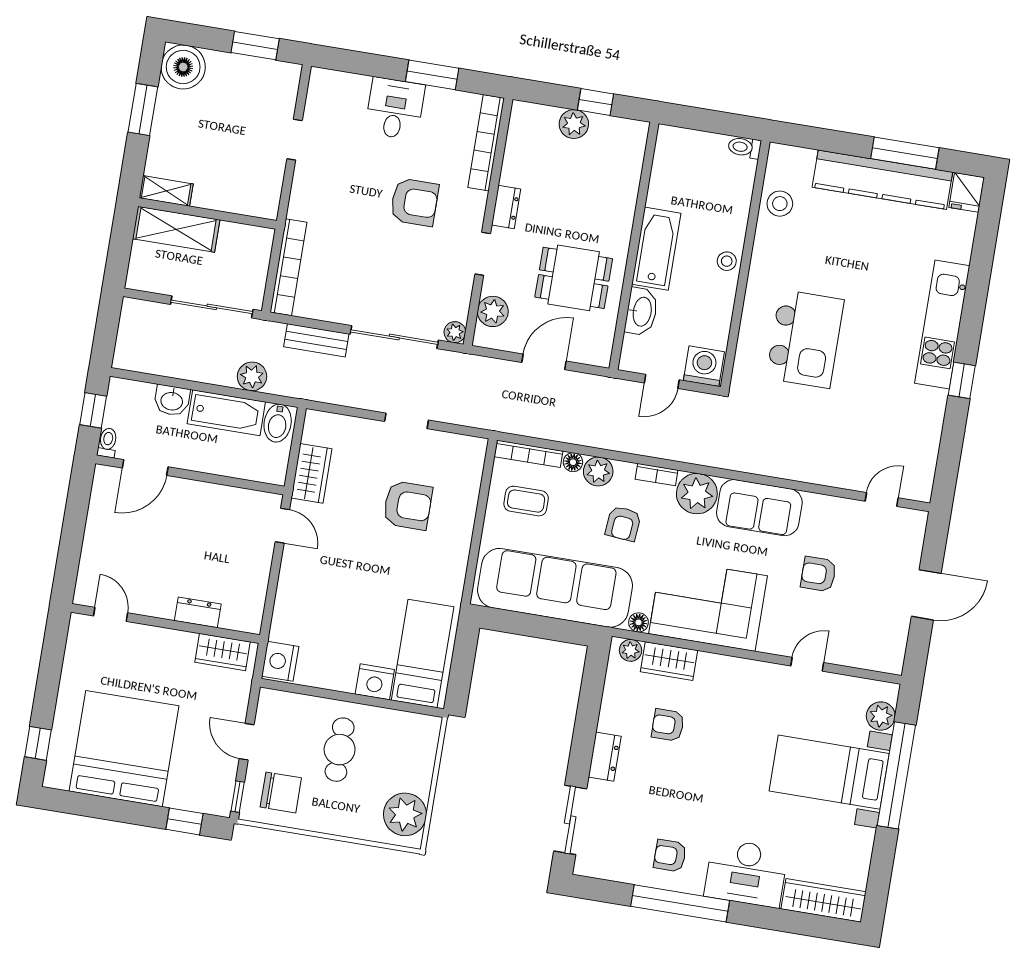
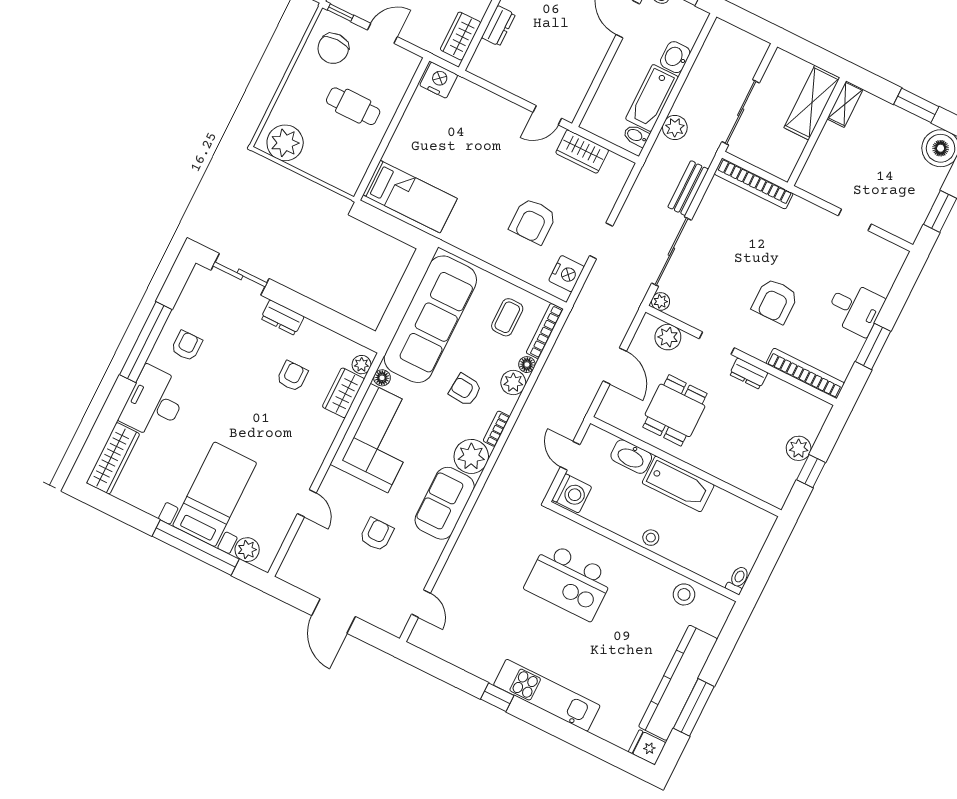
bidet: (278, 423) -> (636, 136), width x0.72, depth x0.74
nightstand: (375, 682) -> (566, 274), moved, turned 180

